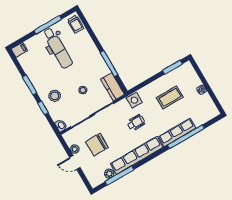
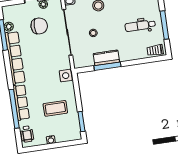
dental chair: (58, 48) -> (140, 26), width x0.73, depth x0.72
kitchen counter: (113, 87) -> (106, 58), moved
coffee table: (170, 97) -> (55, 108), turned 90
wheelchair: (136, 123) -> (27, 134), moved
chair: (97, 145) -> (39, 26), turned 90

